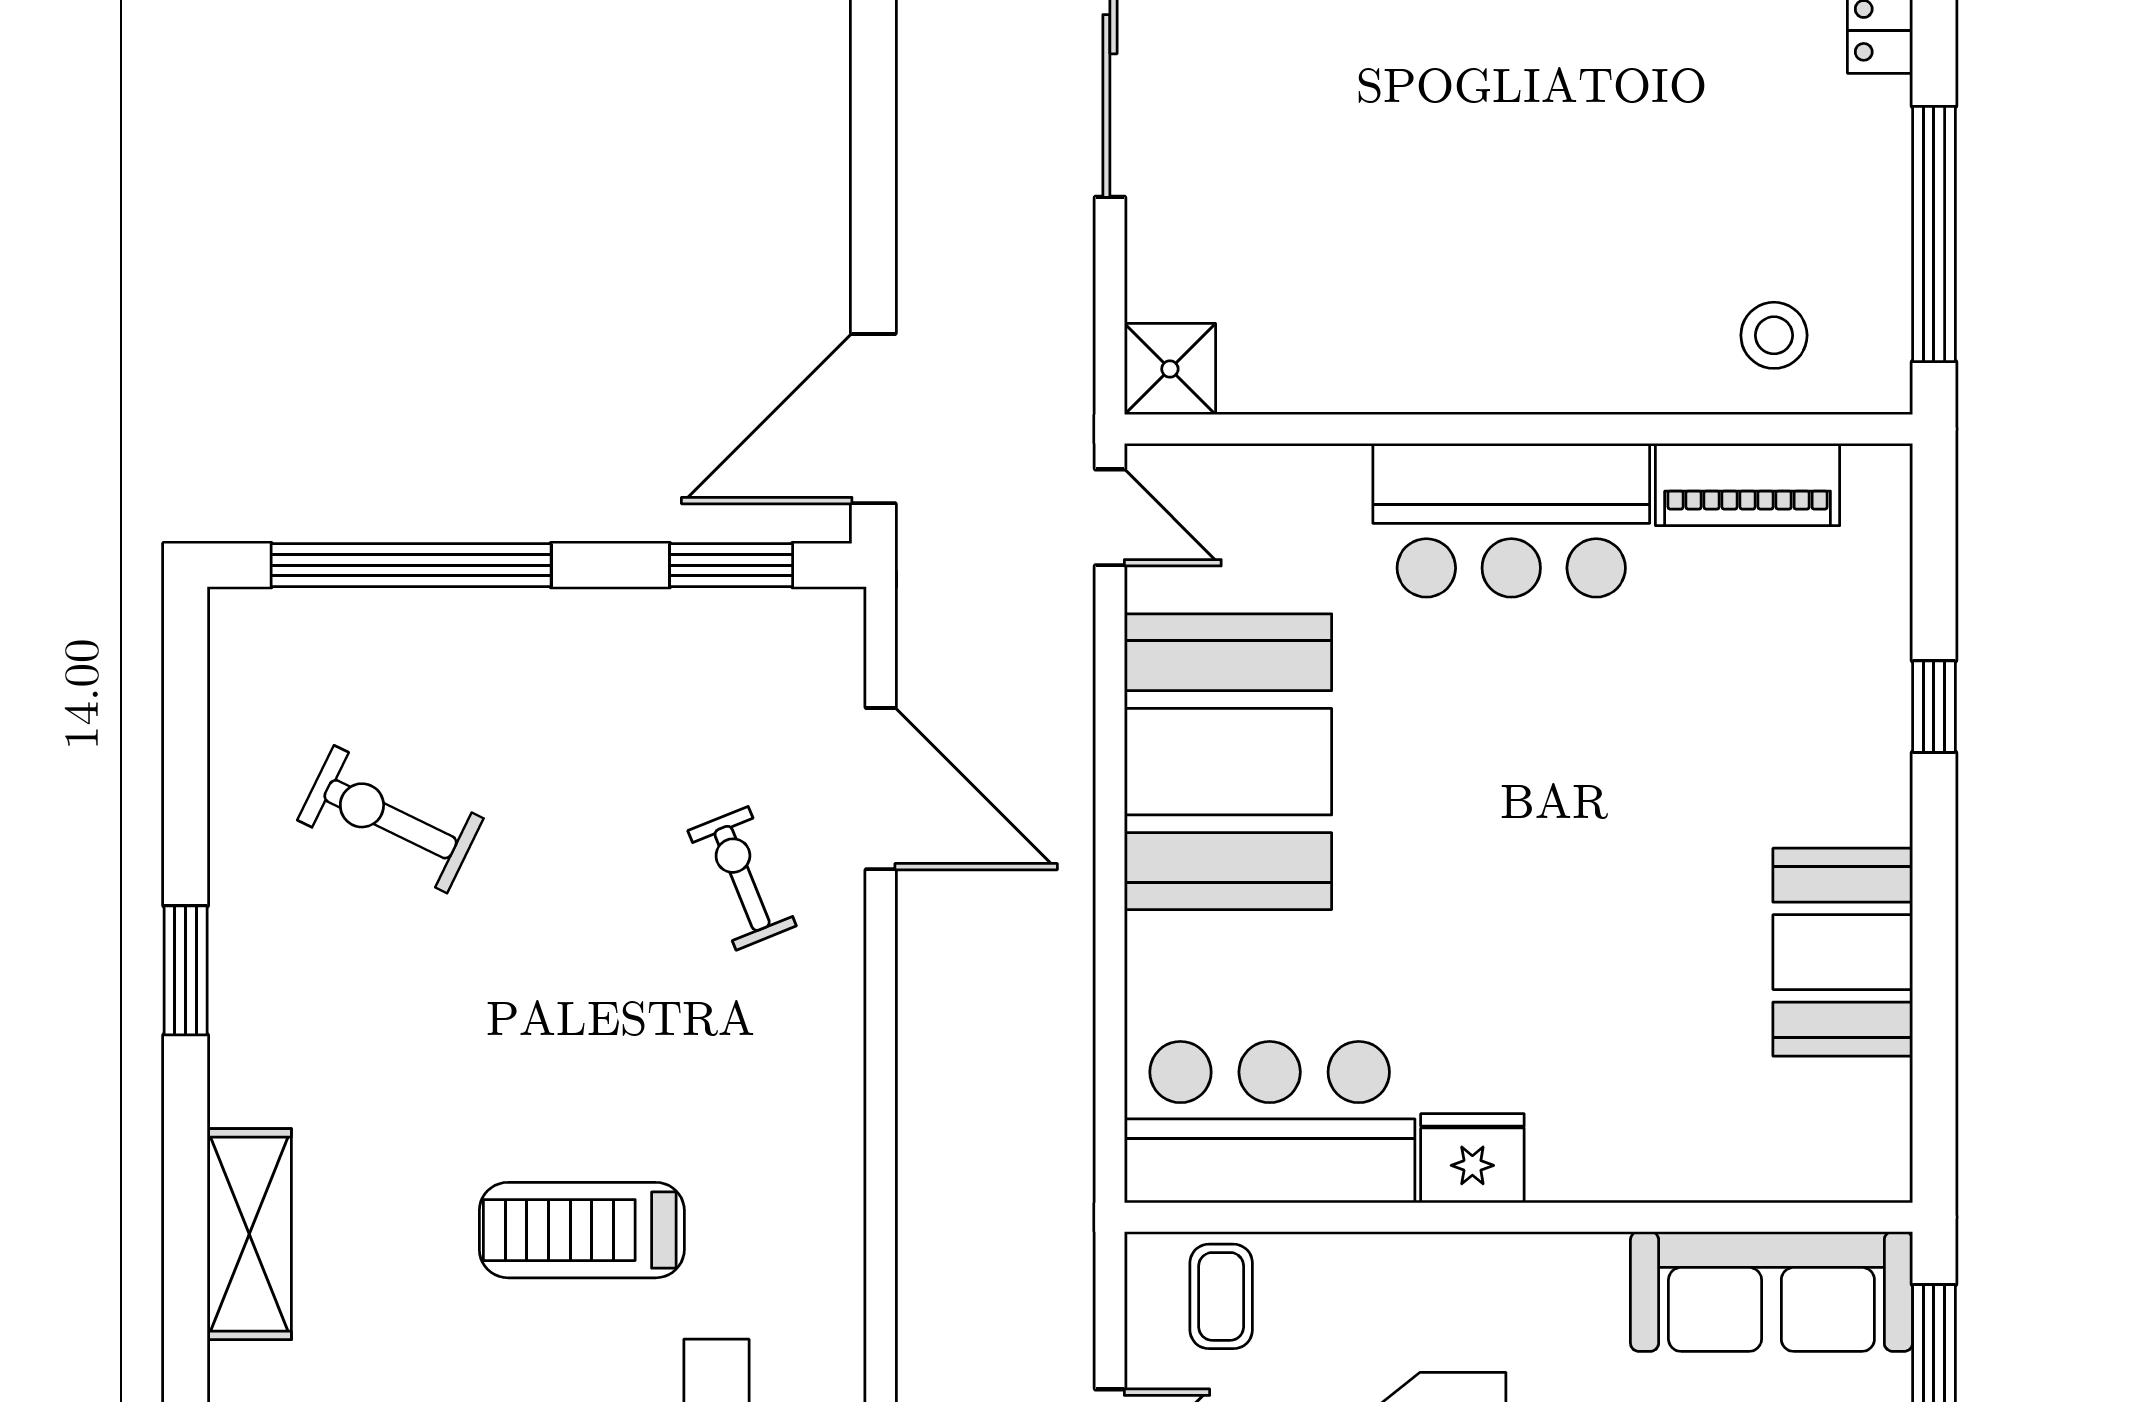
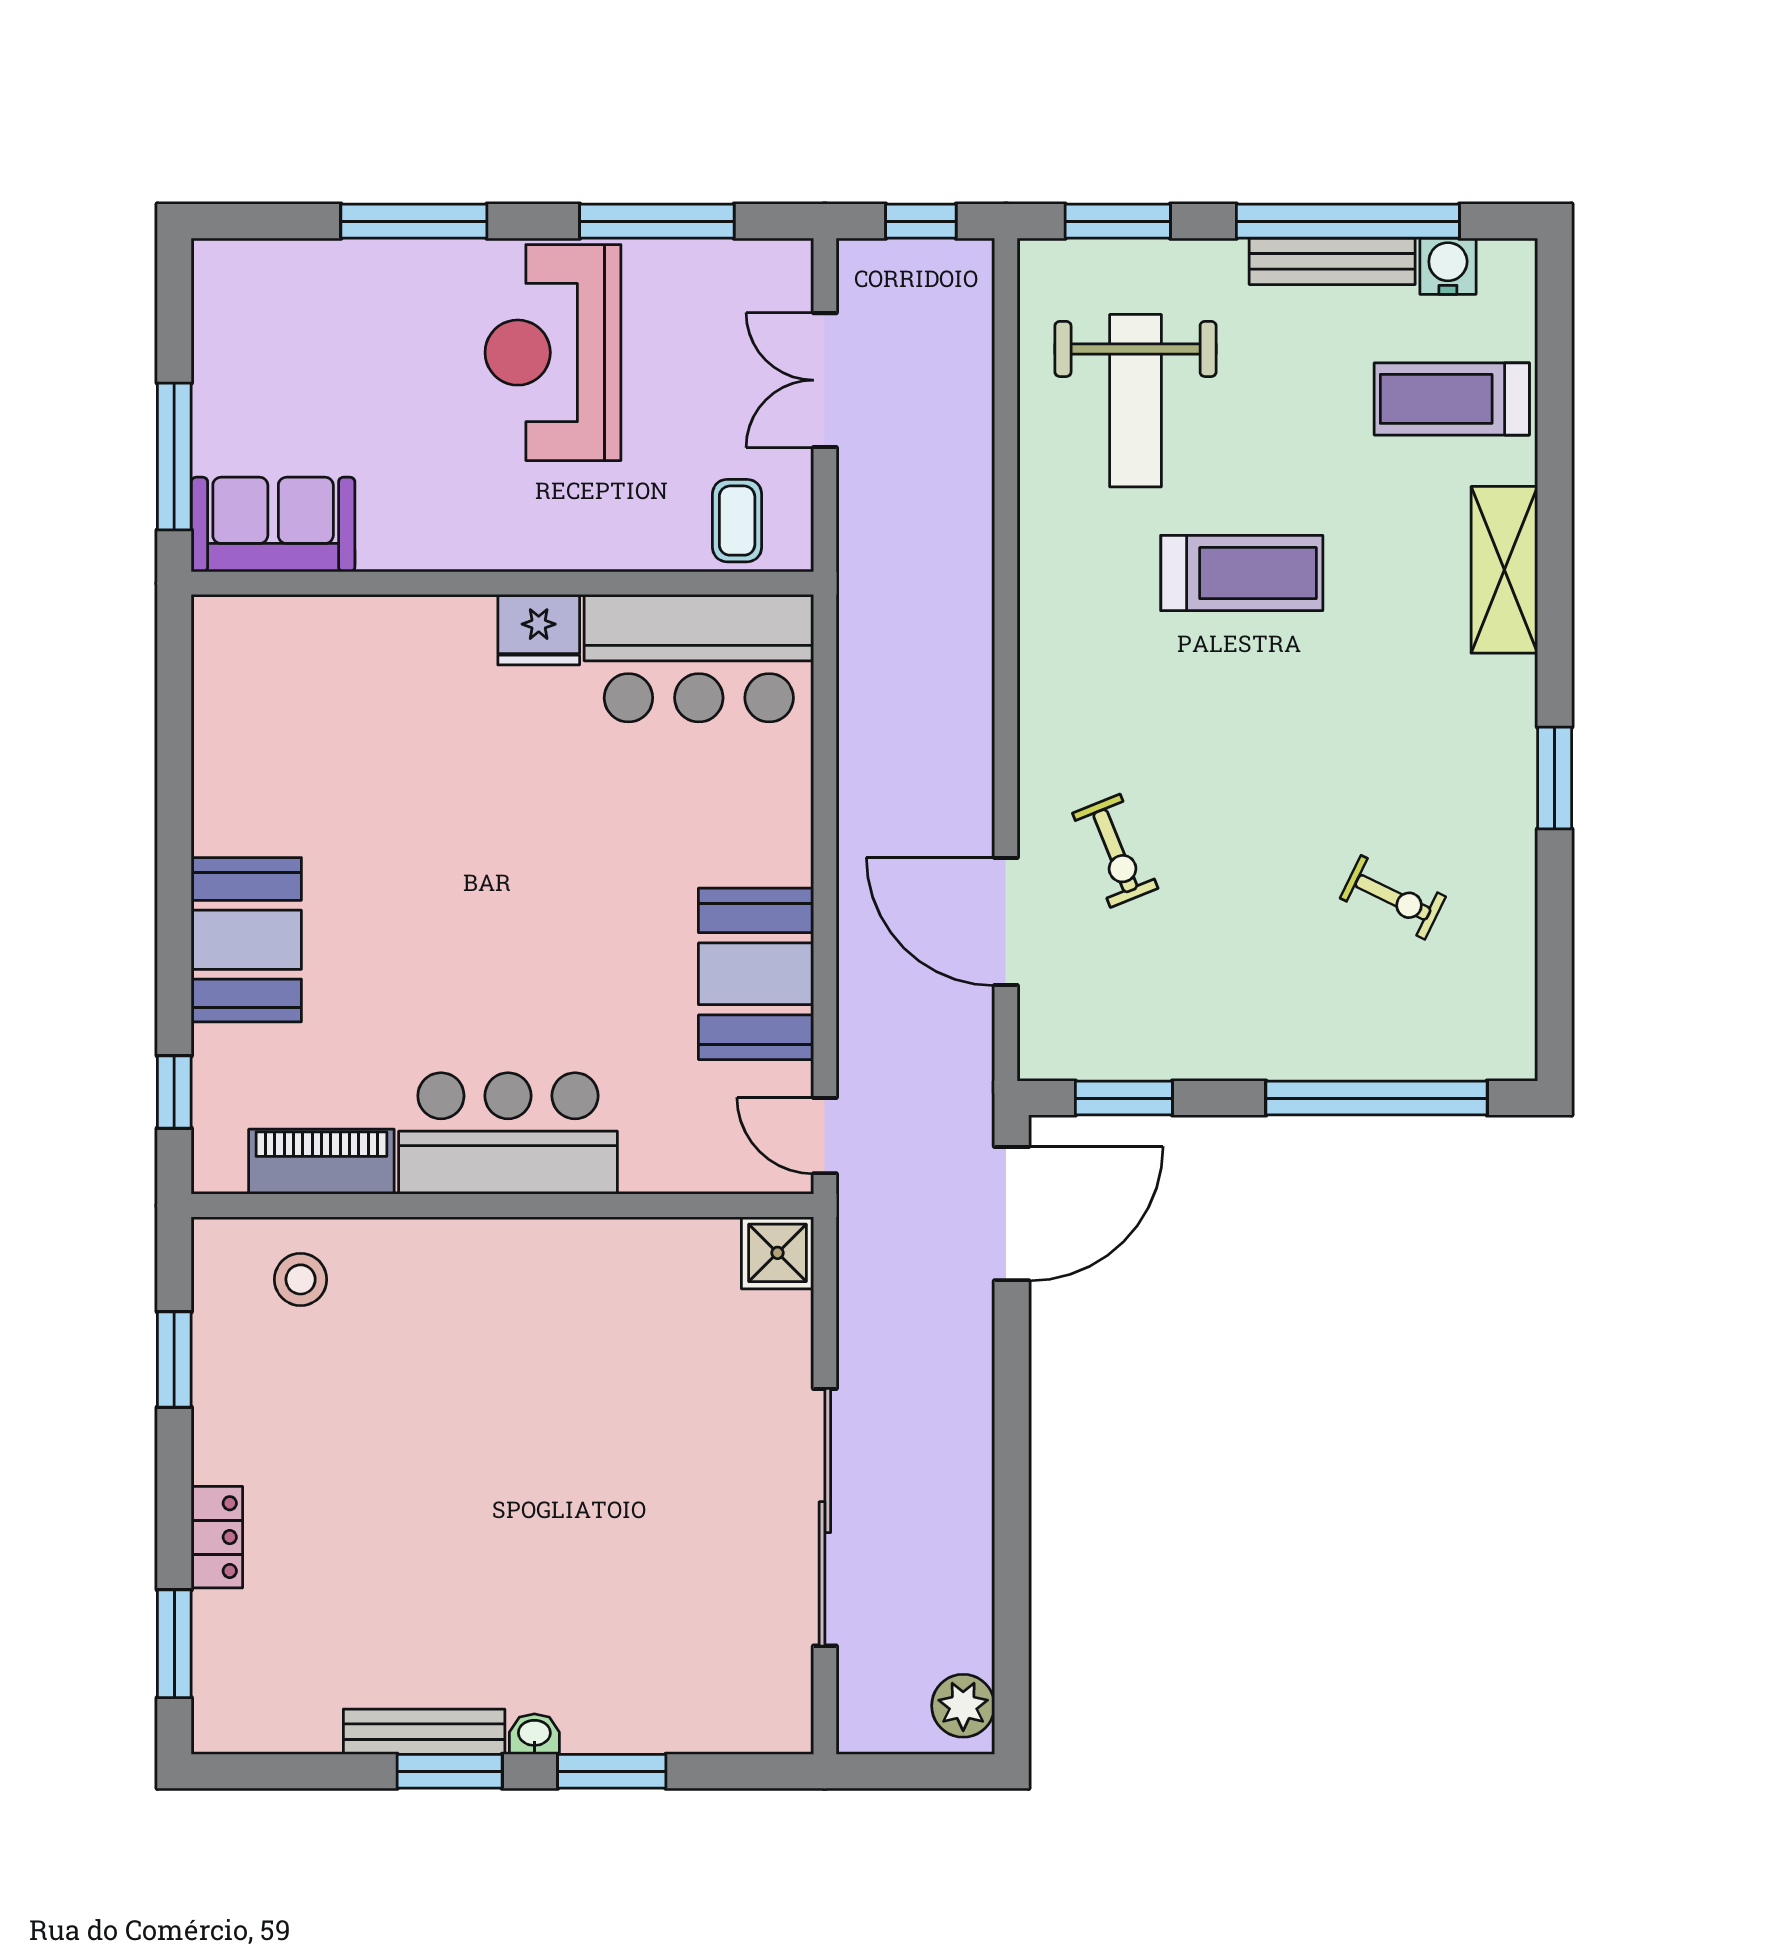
window: (1934, 234) -> (174, 1359), width x0.47
window: (1934, 707) -> (174, 1092), moved
booth: (1228, 762) -> (756, 974), width x0.73, depth x0.70
exercise bike: (390, 819) -> (1393, 897), width x0.73, depth x0.72
booth: (1843, 952) -> (246, 940), moved
sofa: (1771, 1291) -> (273, 525), width x0.73

